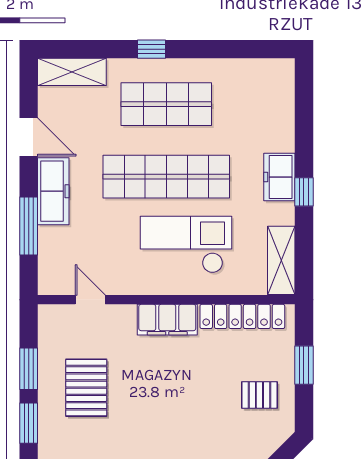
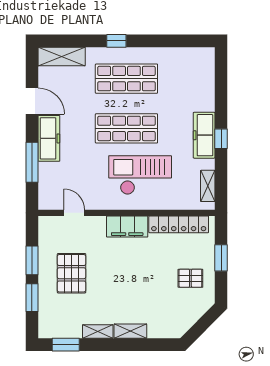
shop shelf: (166, 177) -> (126, 128), width x0.71
freezer: (279, 177) -> (204, 135), width x1.40
shelving: (281, 260) -> (208, 186), width x0.67, depth x0.75

